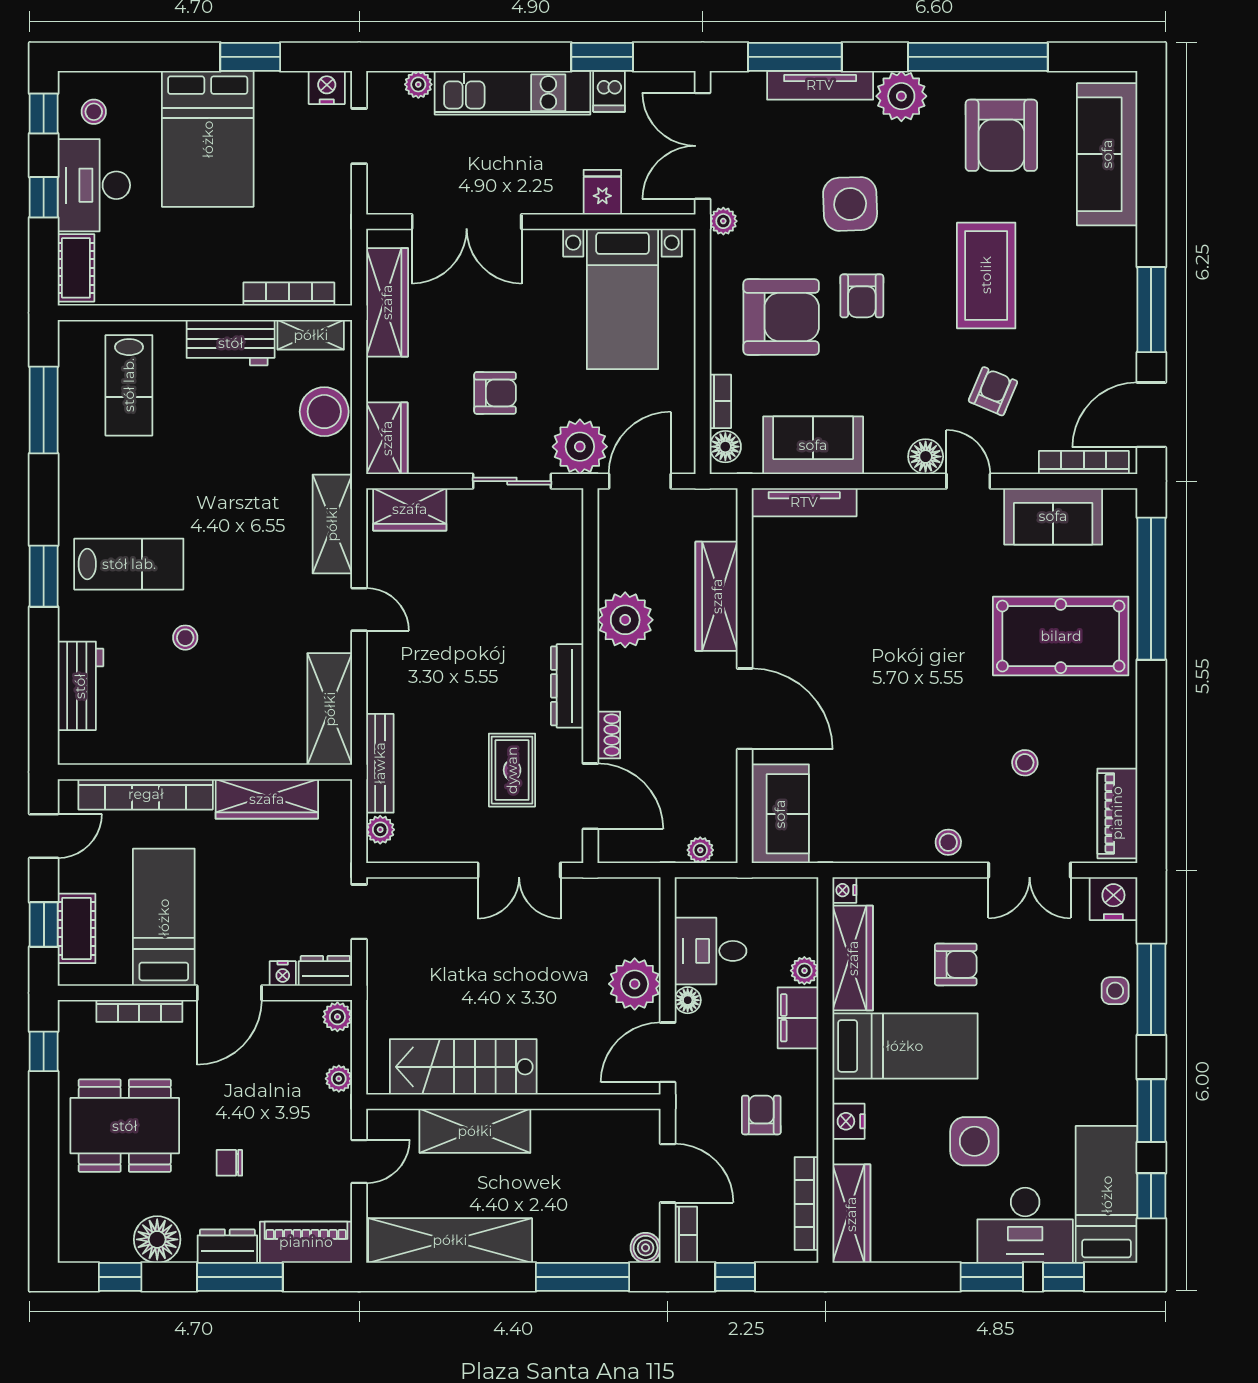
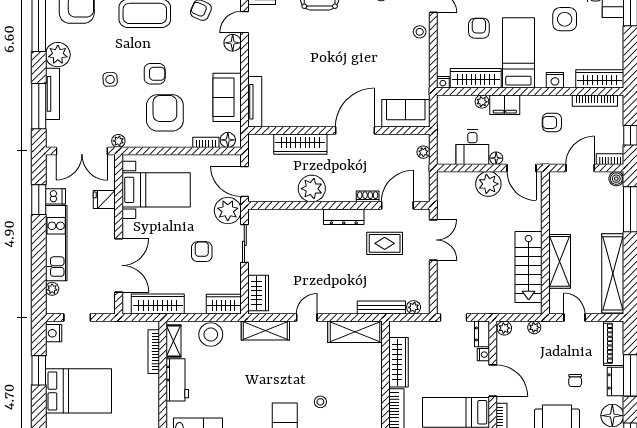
side table: (850, 204) -> (110, 79), width x0.54, depth x0.54

